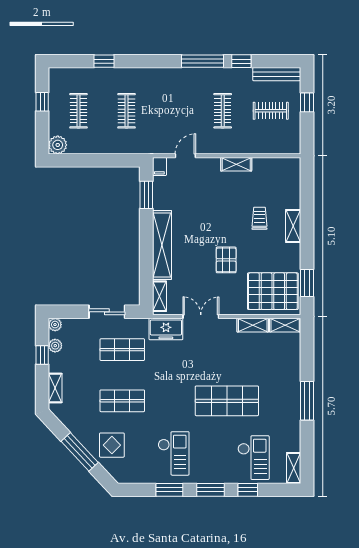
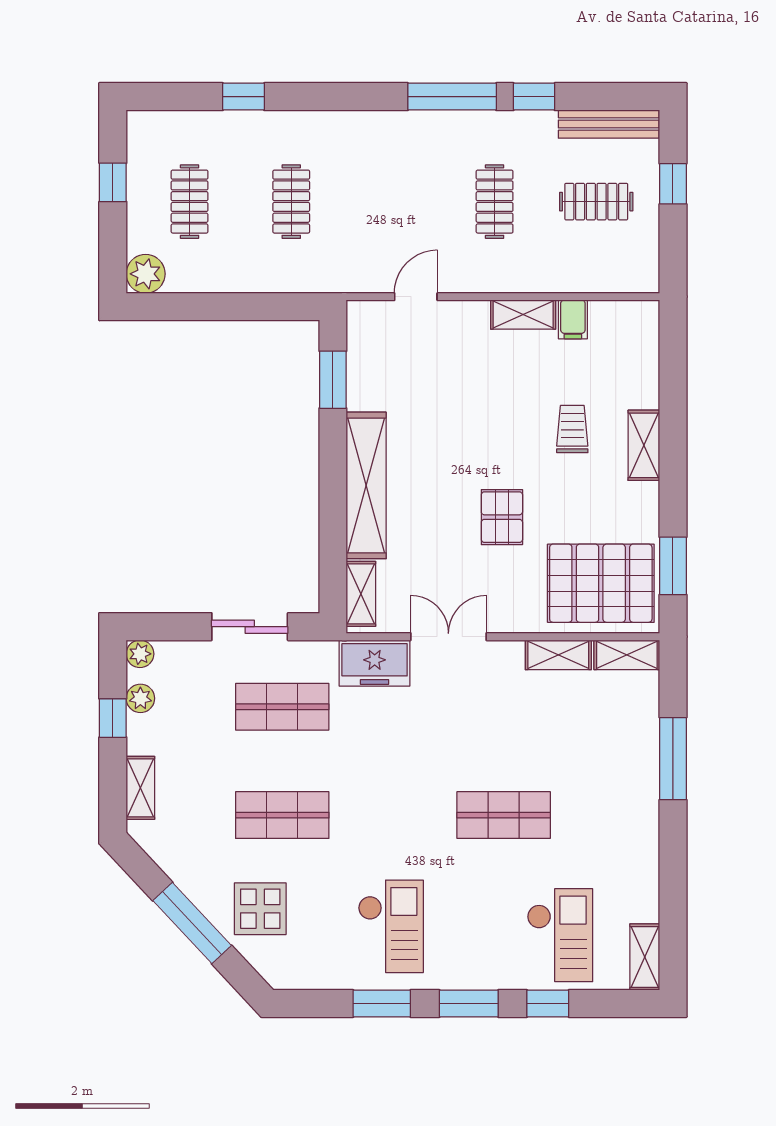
filing cabinet: (159, 166) -> (573, 319), moved
shop shelf: (227, 401) -> (504, 815), width x0.70, depth x0.74
window: (307, 401) -> (673, 759), moved

